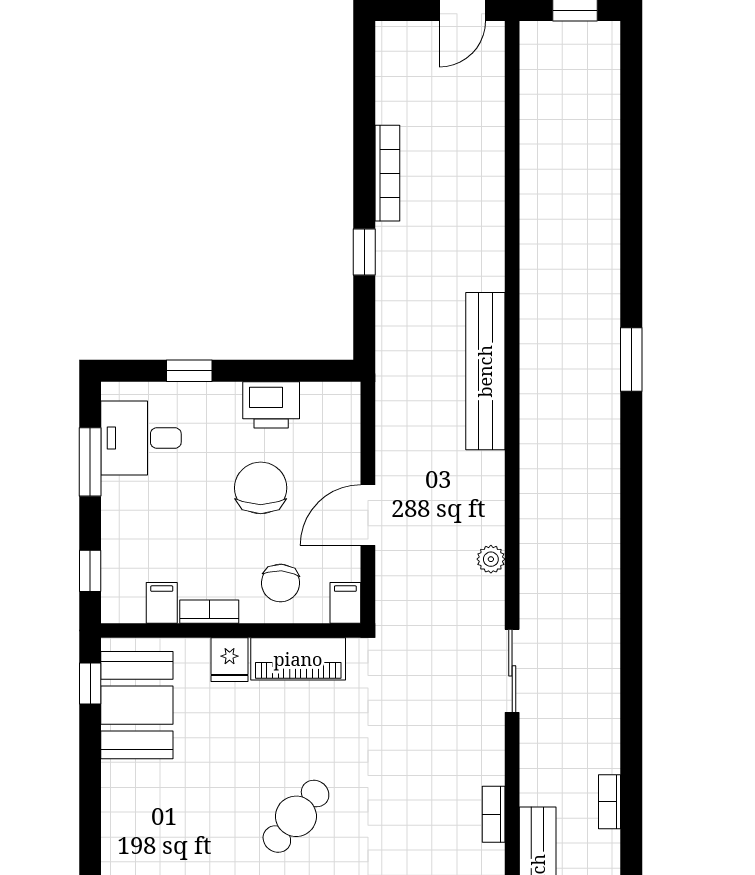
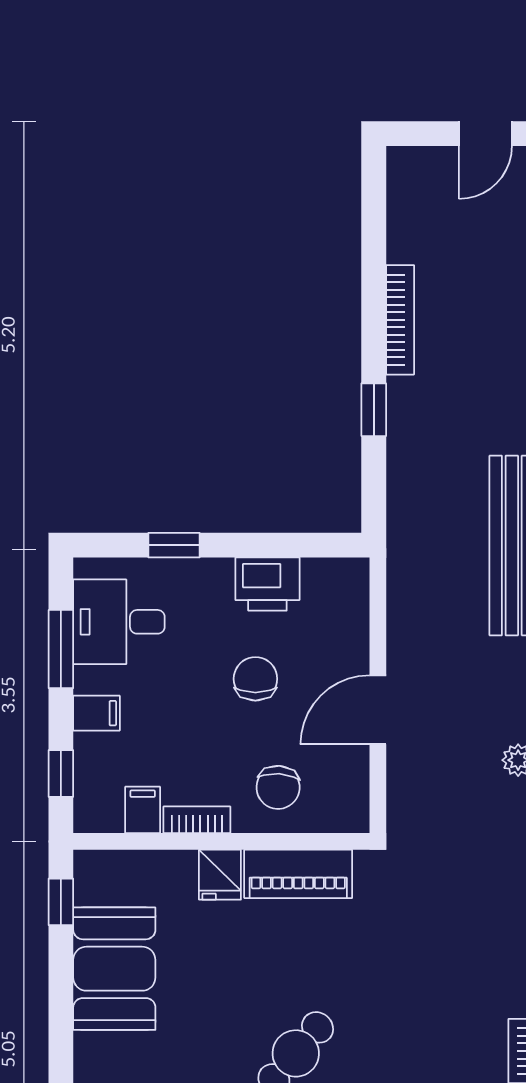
chair: (261, 488) -> (255, 679), width x0.73, depth x0.73
filing cabinet: (345, 603) -> (97, 713), moved, turned 90
booth: (137, 705) -> (114, 969), moved

